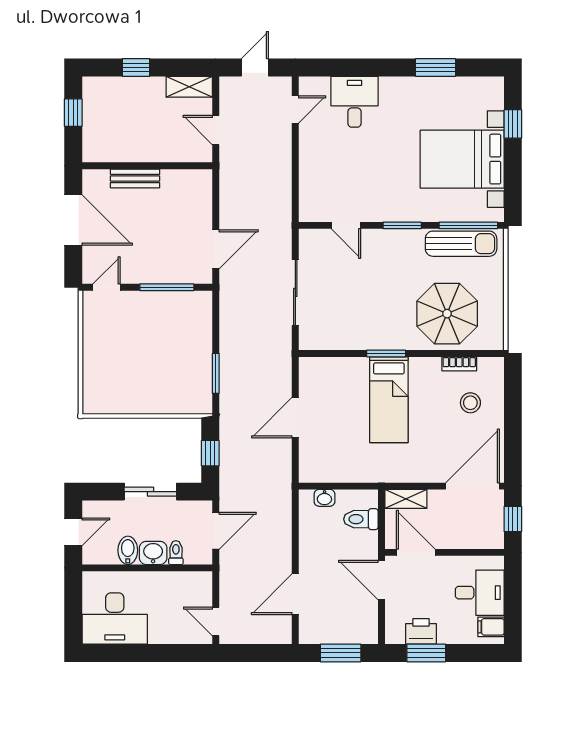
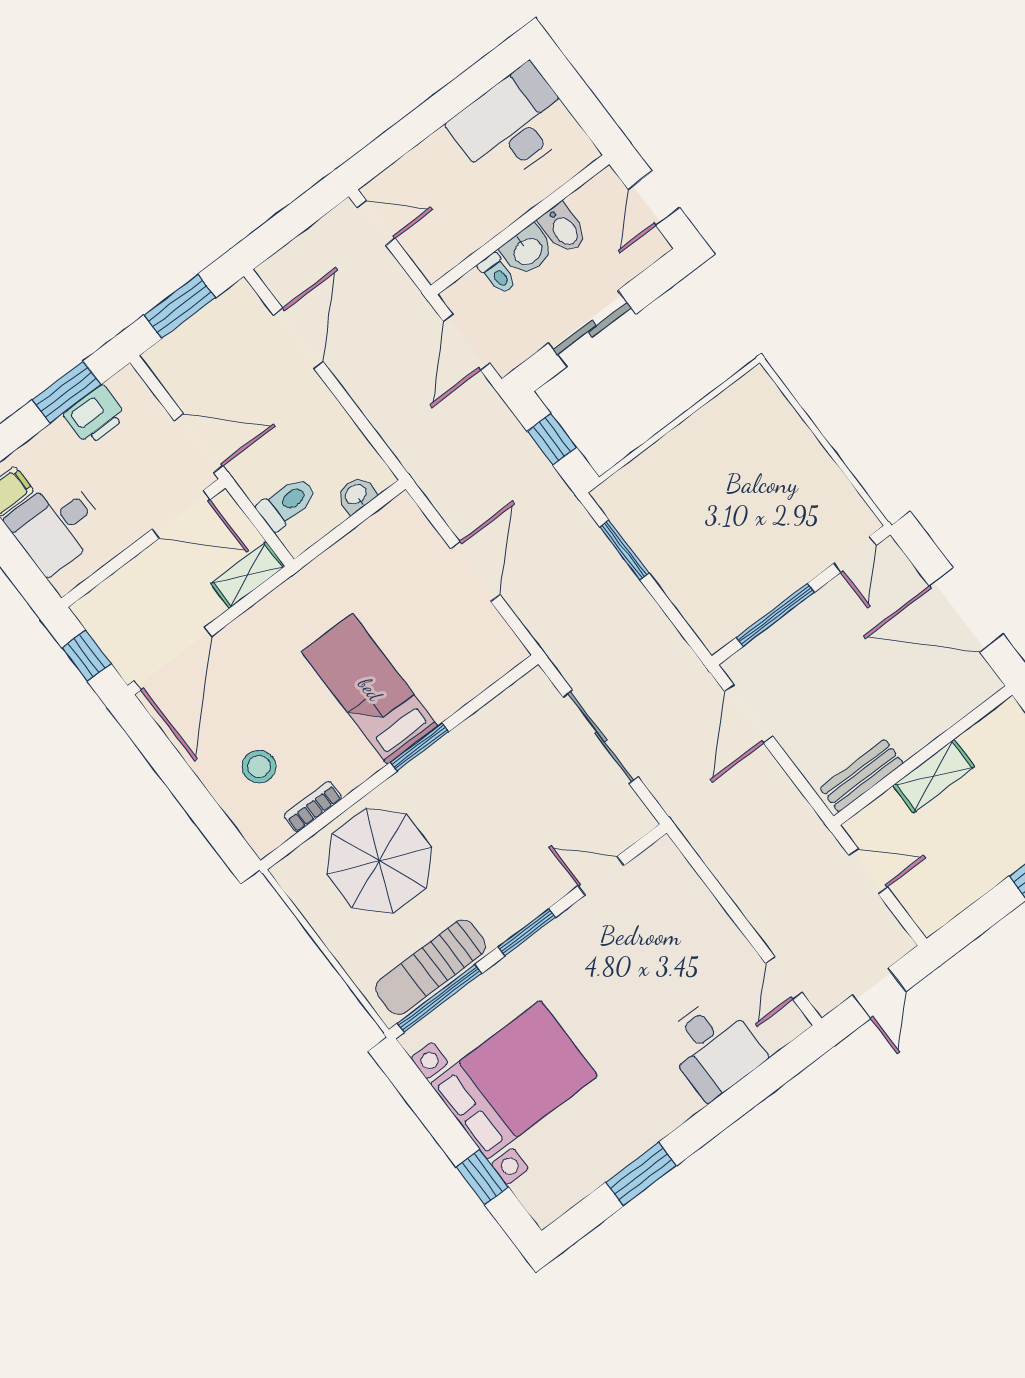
shelving: (189, 87) -> (934, 776), moved
bench: (135, 178) -> (862, 776), moved

